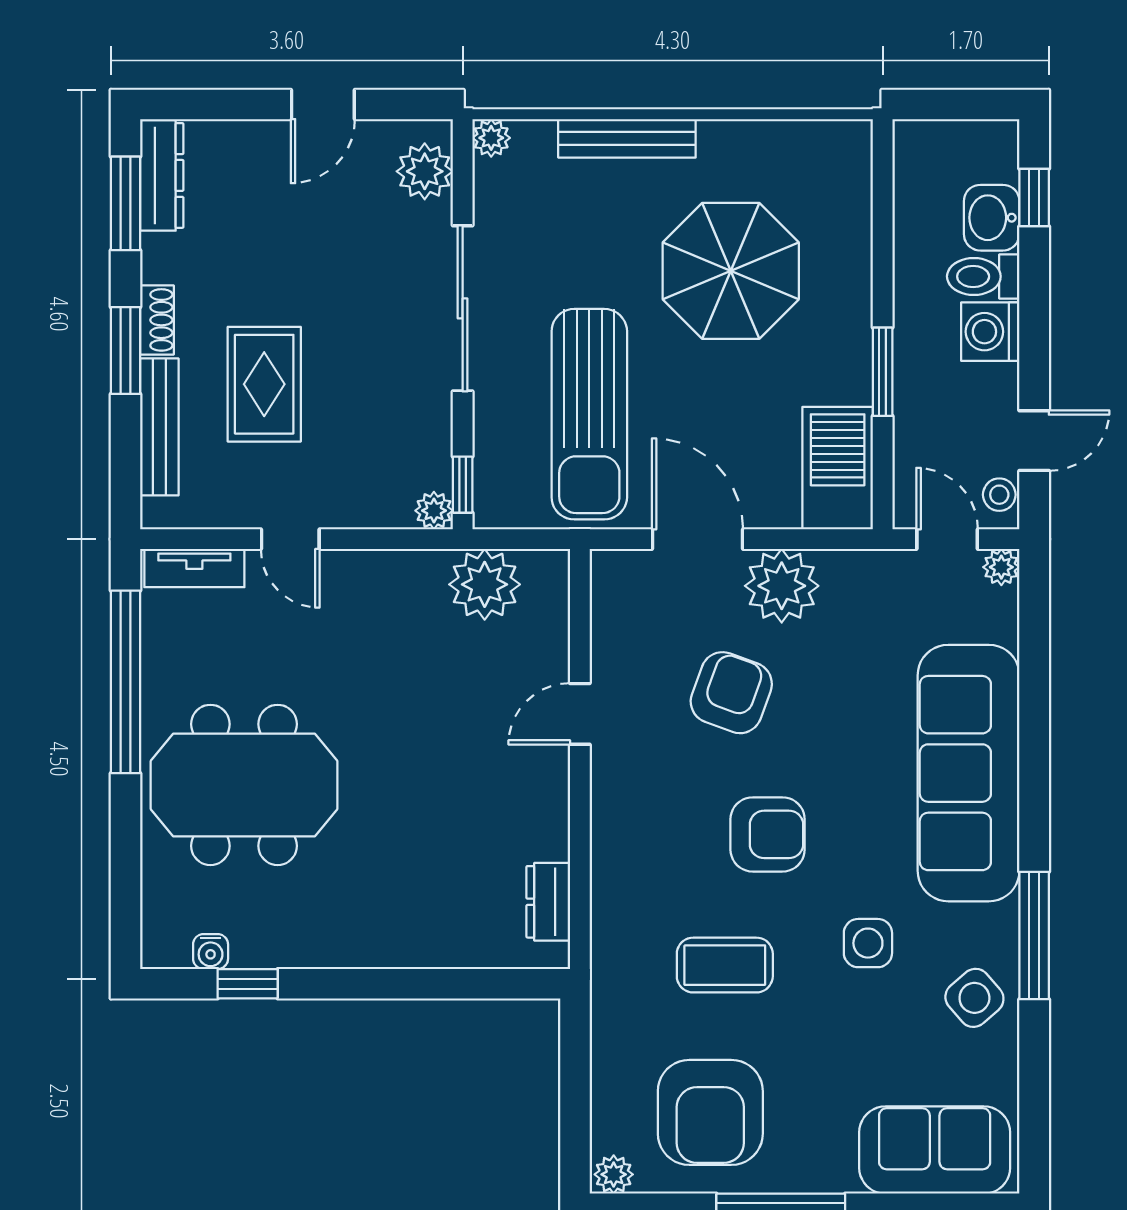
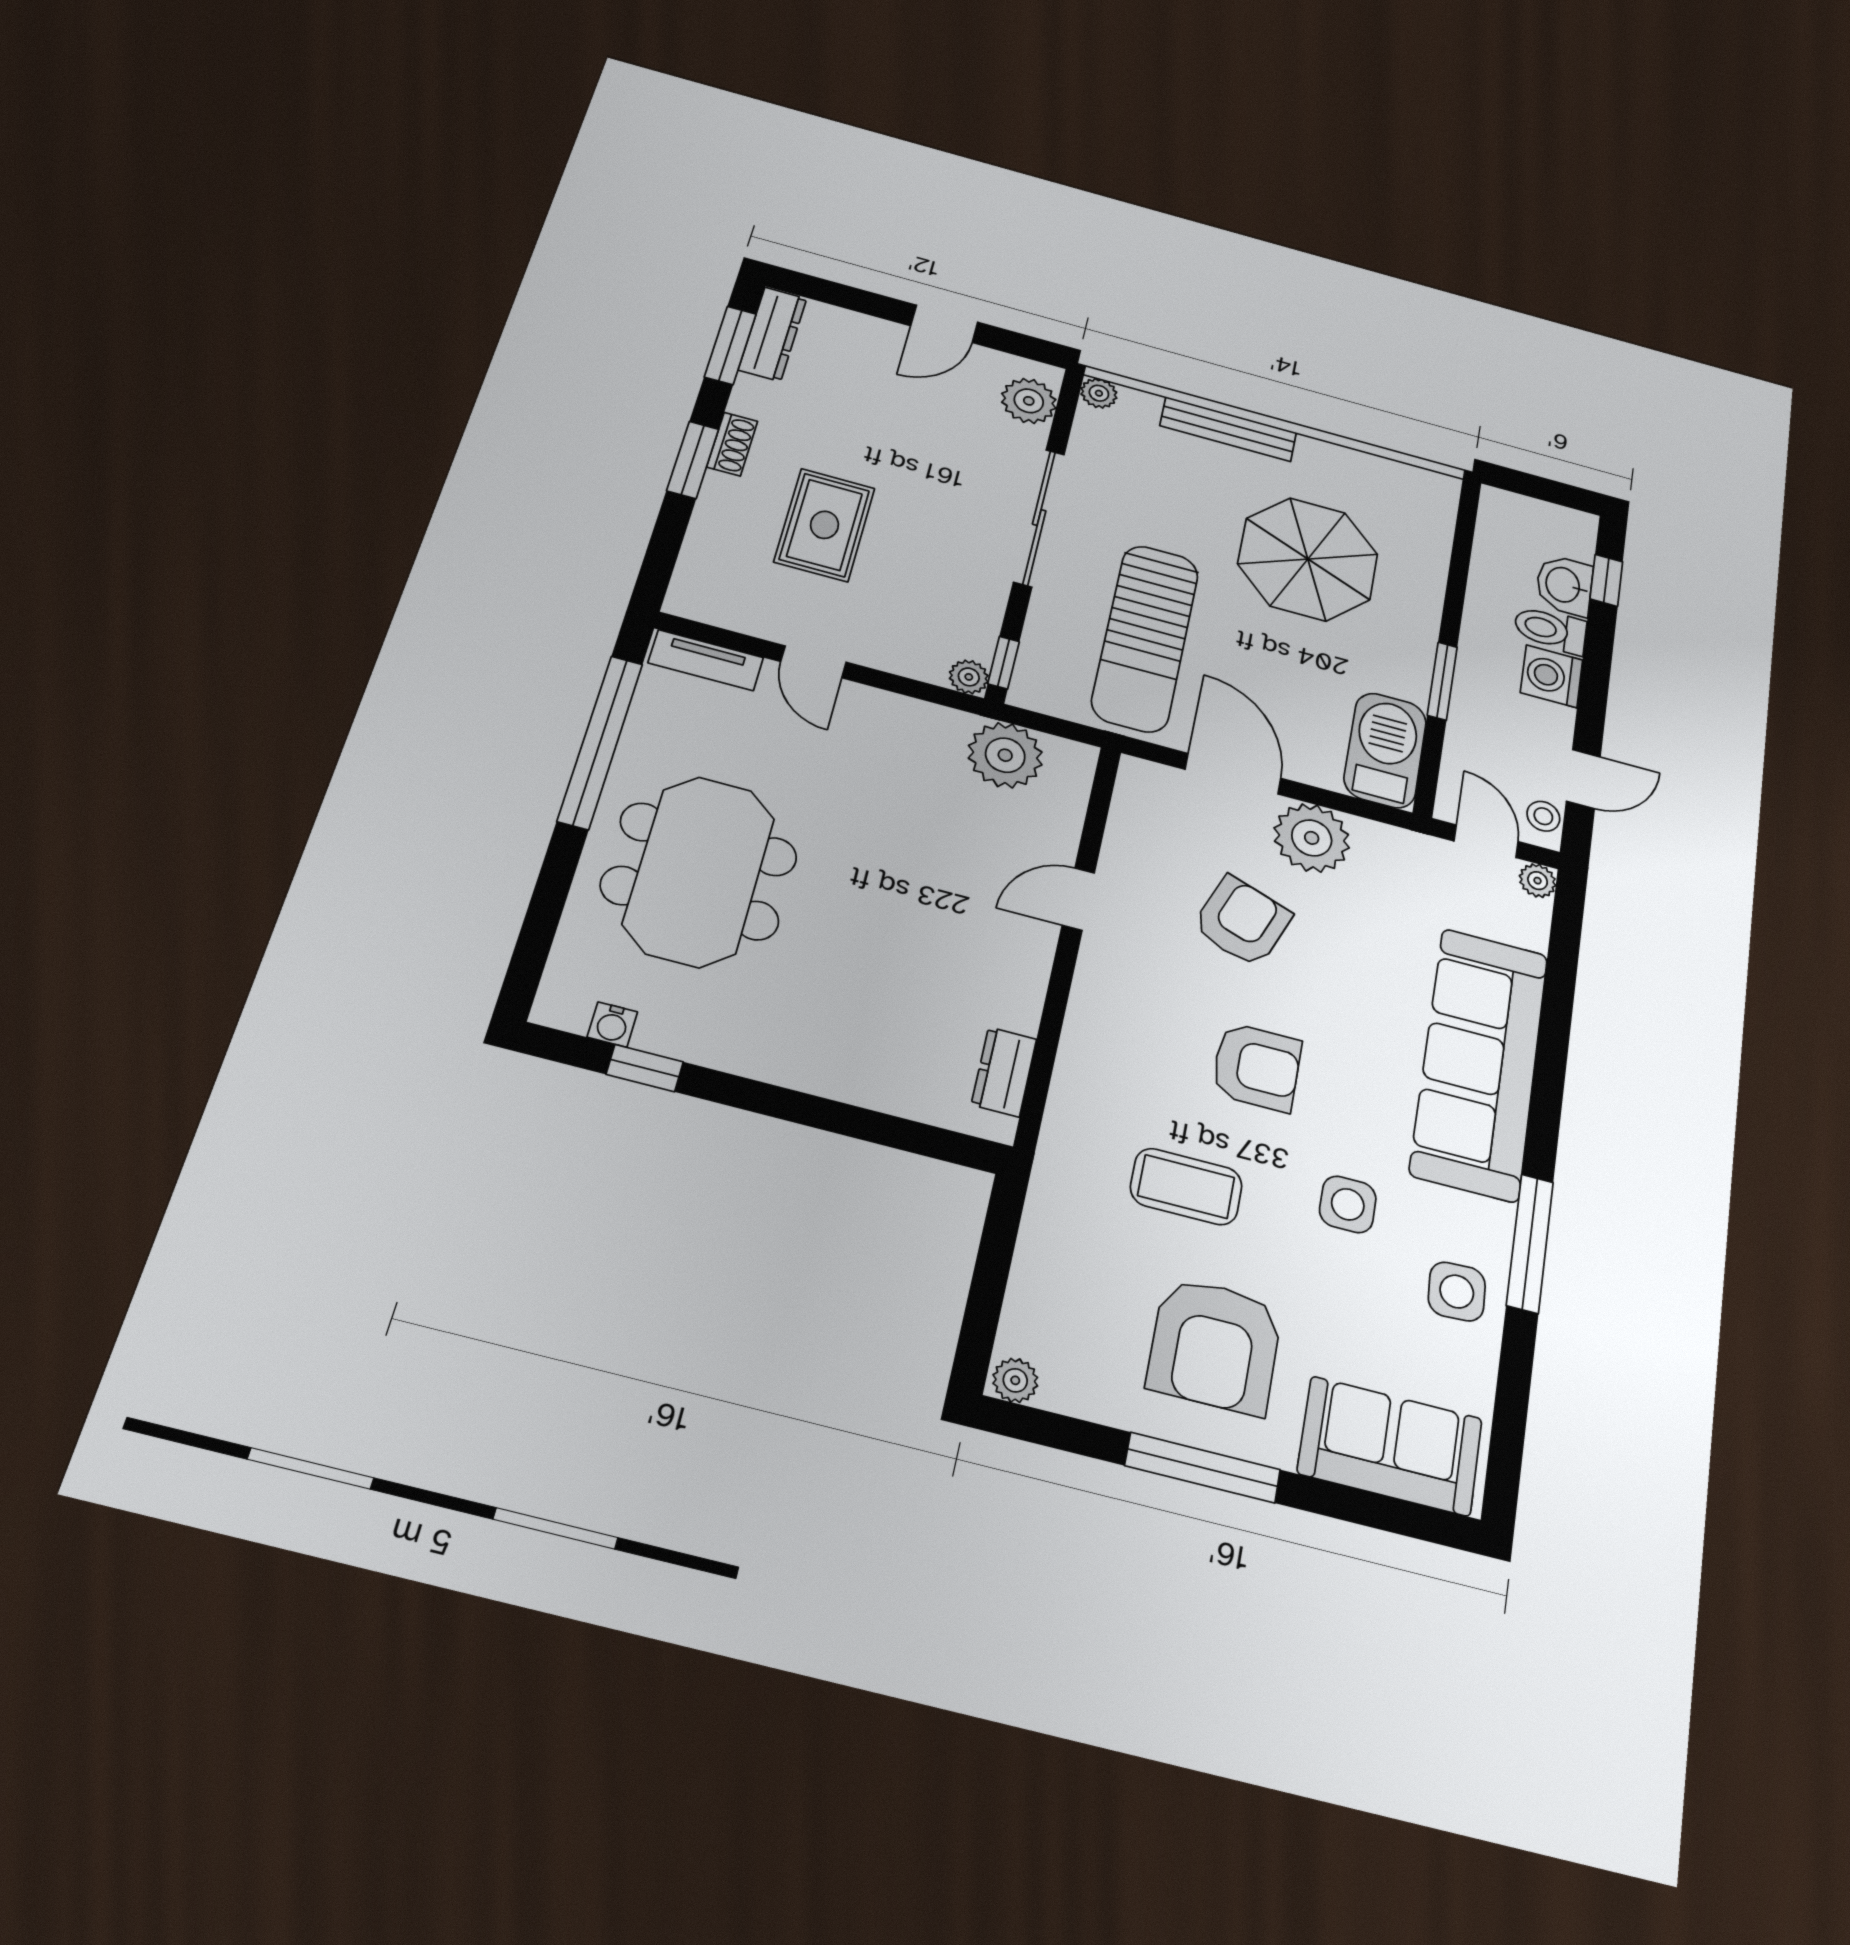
bench: (159, 427) -> (707, 531), removed
meeting table: (244, 785) -> (699, 871), turned 90
side table: (974, 998) -> (1457, 1292), turned 38
armchair: (710, 1112) -> (1215, 1345), moved

